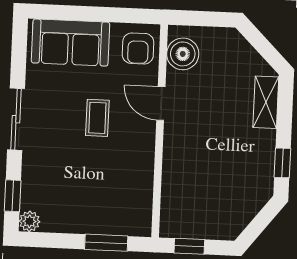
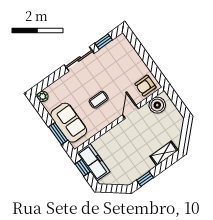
sofa: (70, 43) -> (69, 123), moved, turned 180
coffee table: (97, 118) -> (99, 100), moved
window: (13, 196) -> (104, 42), moved
freezer: (194, 223) -> (93, 162), added

